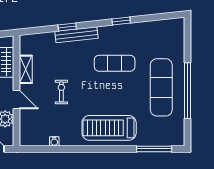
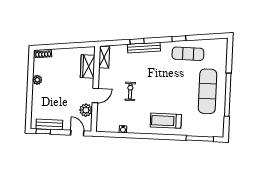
exercise mat: (115, 63) -> (188, 54), moved
shelving: (26, 69) -> (104, 57), moved
door: (16, 99) -> (95, 96), hinge flipped
treadmill: (109, 128) -> (166, 121), width x0.73, depth x0.73

